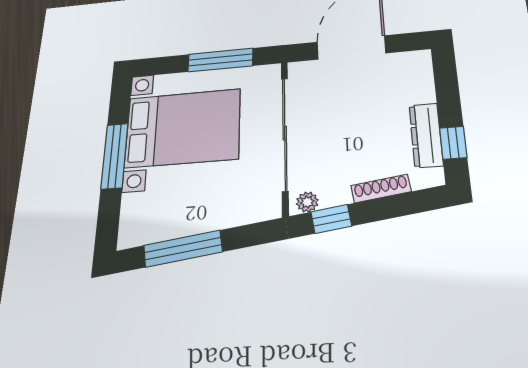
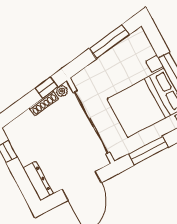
dresser: (426, 135) -> (38, 181), moved
shoe rack: (381, 189) -> (44, 103), moved

